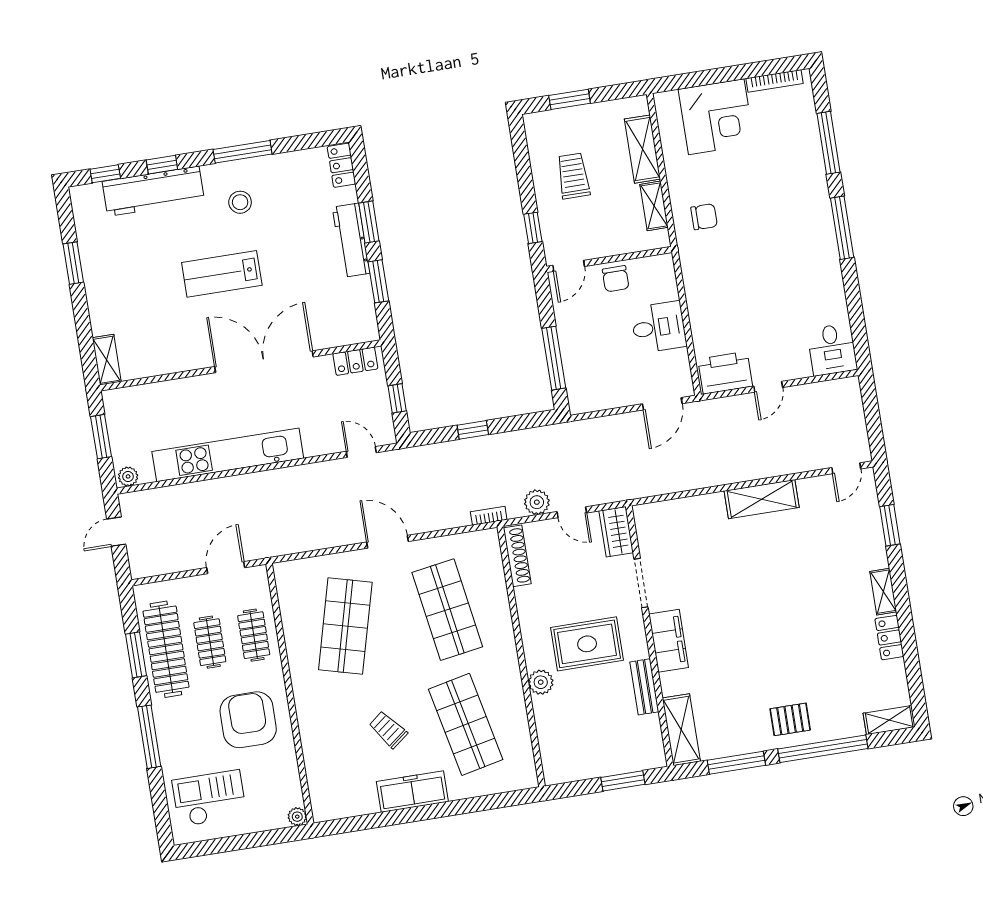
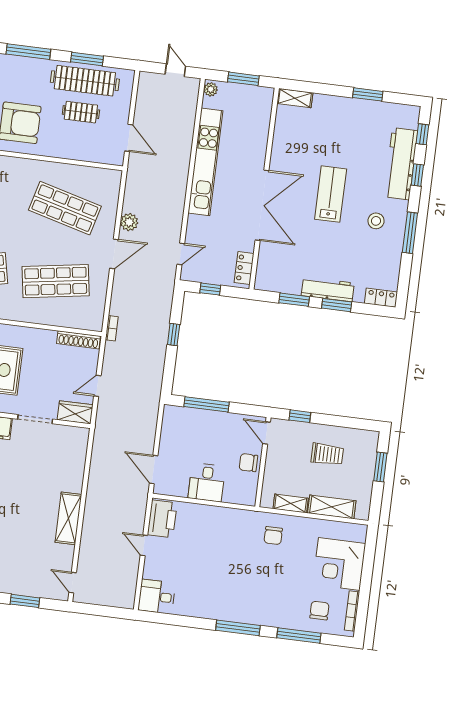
chair: (787, 125) -> (319, 611), added
plant: (537, 502) -> (129, 222), moved
clothes rail: (254, 635) -> (77, 144), removed

